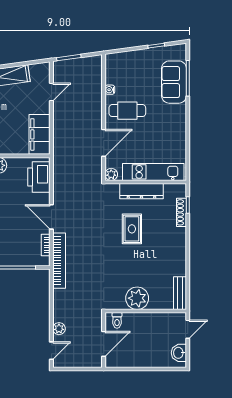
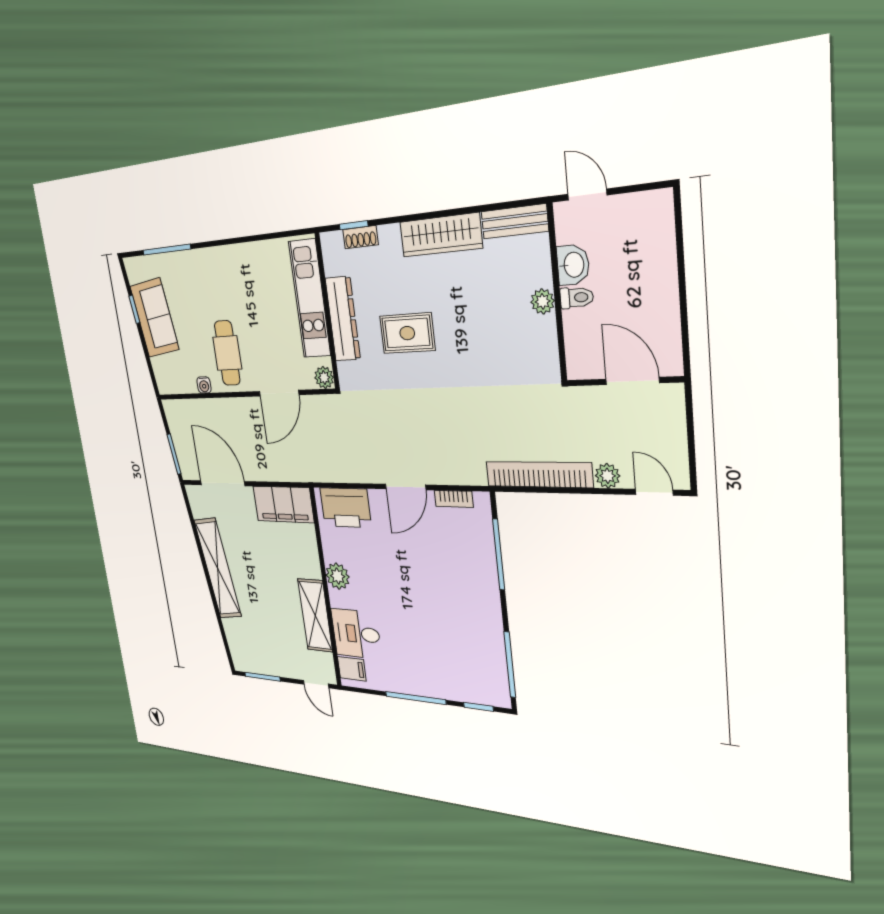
sofa: (174, 82) -> (154, 318), moved, turned -98
door: (51, 92) -> (223, 483), width x1.88
door: (104, 143) -> (279, 393), swing flipped
shoe rack: (181, 212) -> (360, 237), width x0.70
wardrobe: (178, 254) -> (441, 235), added
bookcase: (59, 261) -> (539, 475), moved
plant: (137, 298) -> (543, 301), width x0.53, depth x0.53
toilet: (117, 320) -> (577, 298), moved
washbasin: (179, 353) -> (573, 265), moved, turned -90

